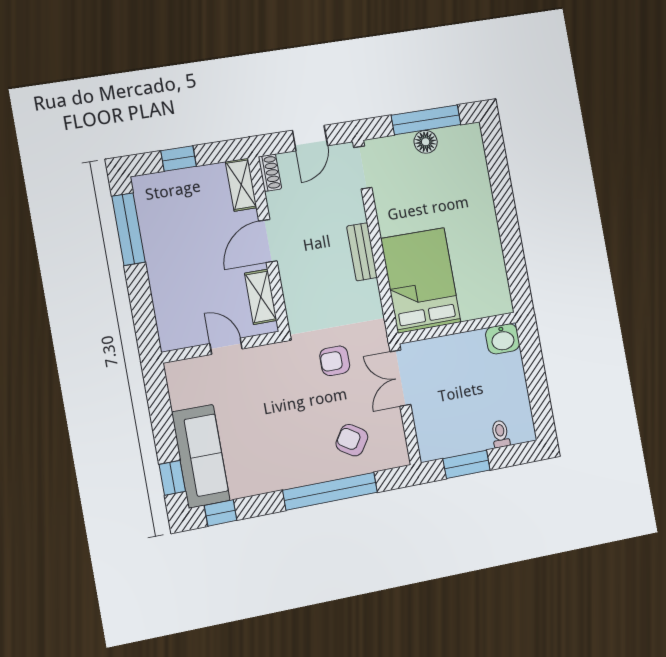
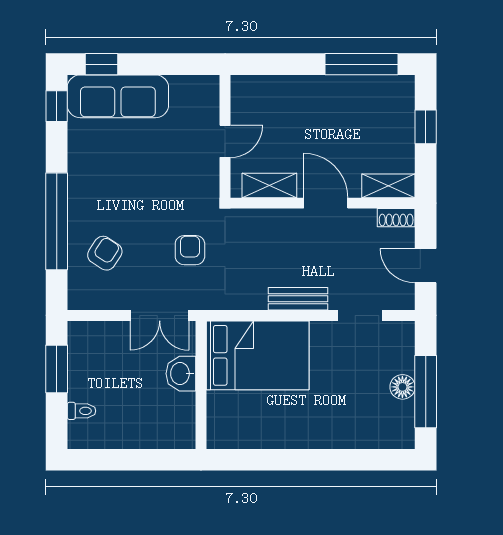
doorway: (363, 167) -> (360, 315), moved
washbasin: (503, 339) -> (181, 374), moved
double door: (400, 378) -> (160, 315), swing flipped

